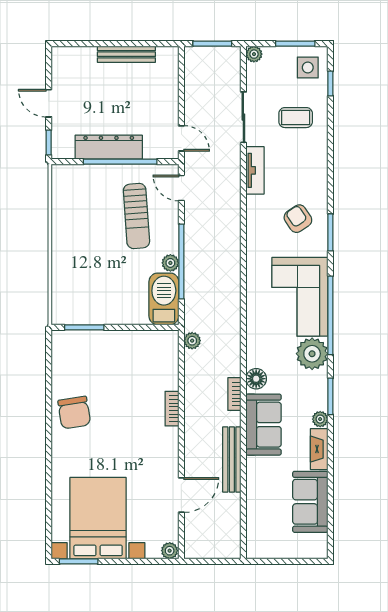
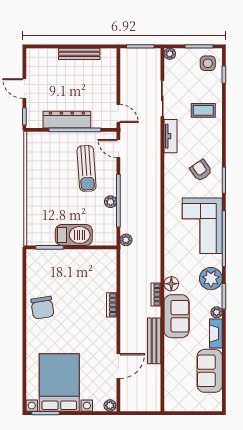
coffee table: (296, 118) -> (203, 110), moved
barbecue: (164, 299) -> (74, 235), moved, turned 90
plant: (192, 341) -> (126, 240), moved
plant: (312, 354) -> (211, 279), moved

